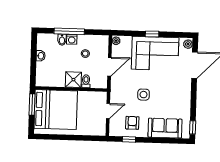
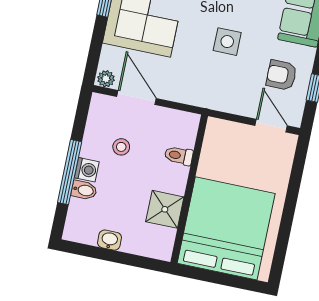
door: (109, 67) -> (136, 98), moved
shower: (73, 80) -> (165, 209), moved
window: (32, 104) -> (207, 276), removed
door: (108, 111) -> (271, 126), moved

